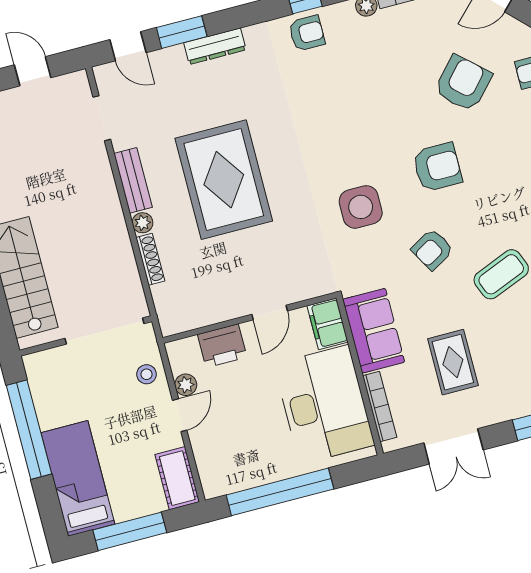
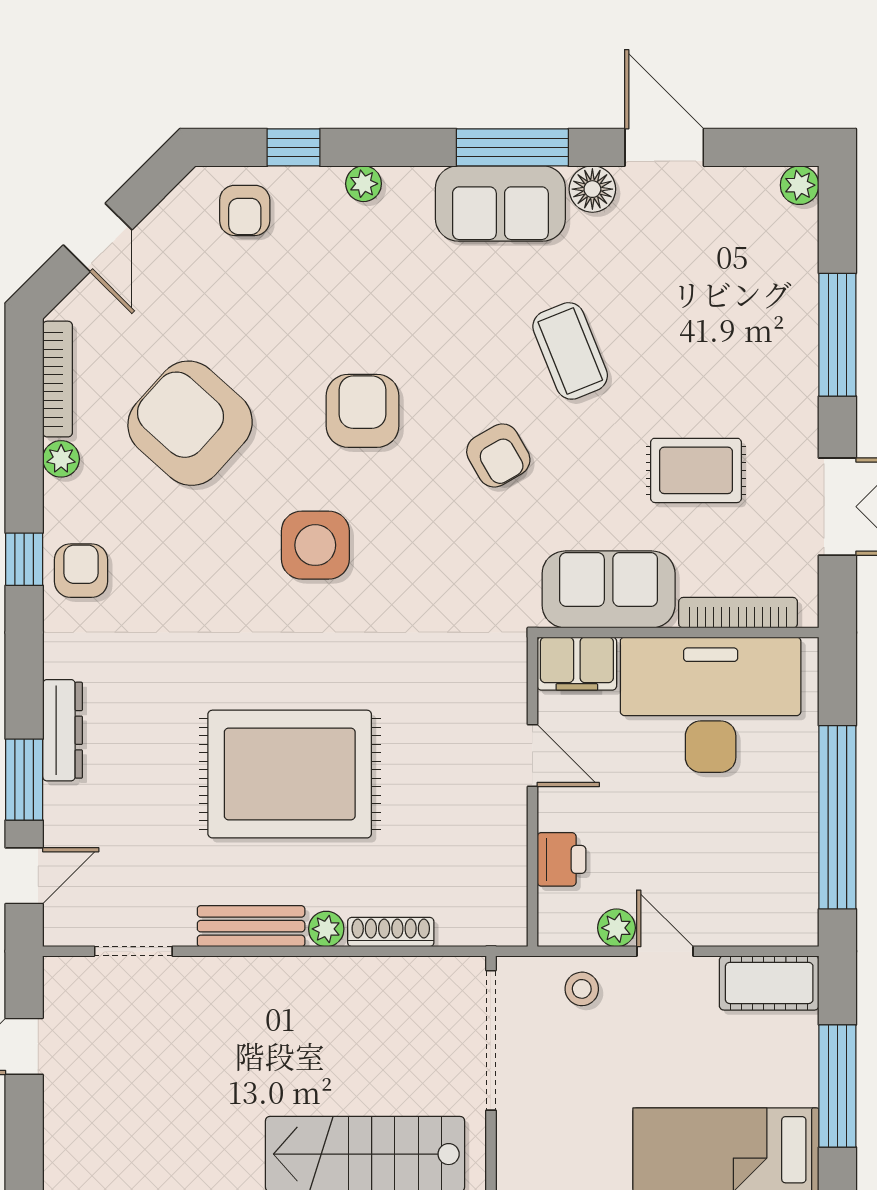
armchair: (463, 83) -> (190, 423), moved, width x1.36, depth x1.36
side table: (361, 207) -> (315, 545), moved
printer: (222, 346) -> (561, 859), width x0.73, depth x0.81

